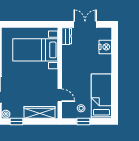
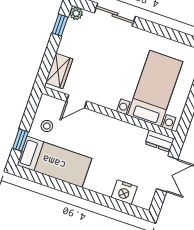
wardrobe: (40, 112) -> (59, 71), width x0.67
window: (83, 122) -> (20, 140), moved

